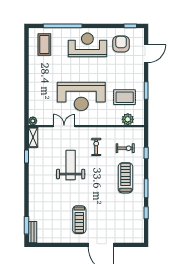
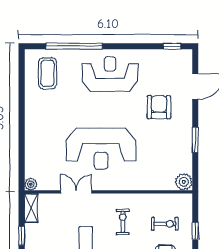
armchair: (121, 44) -> (159, 107), moved
rug: (125, 97) -> (164, 150), removed
plant: (128, 119) -> (184, 182), moved

